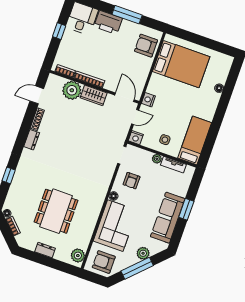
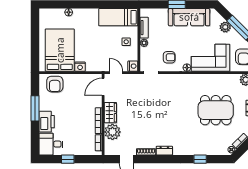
nightstand: (148, 100) -> (80, 67), moved

